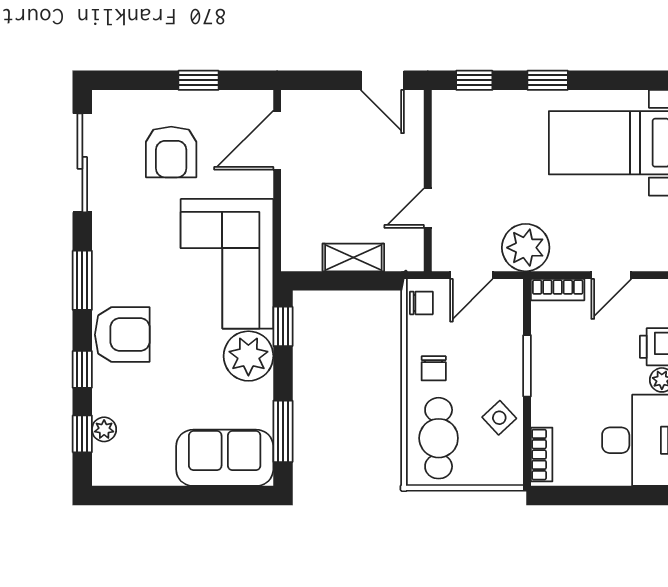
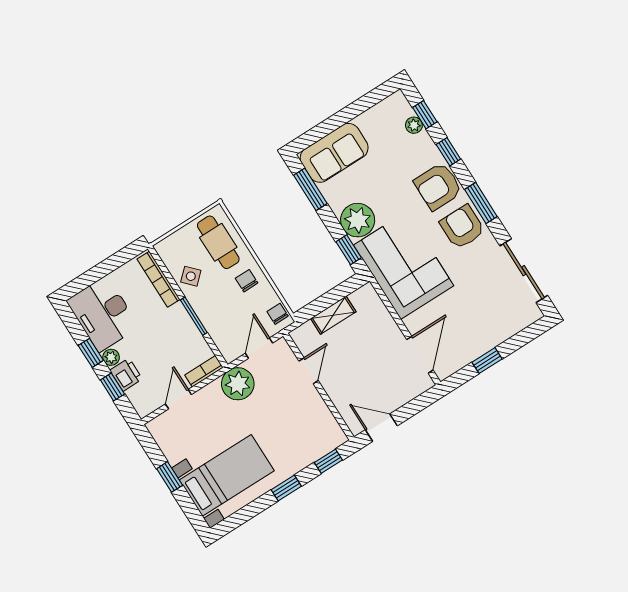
armchair: (171, 152) -> (462, 227), moved
chair: (421, 303) -> (278, 314), turned 90
bookcase: (542, 455) -> (158, 279), width x1.56

